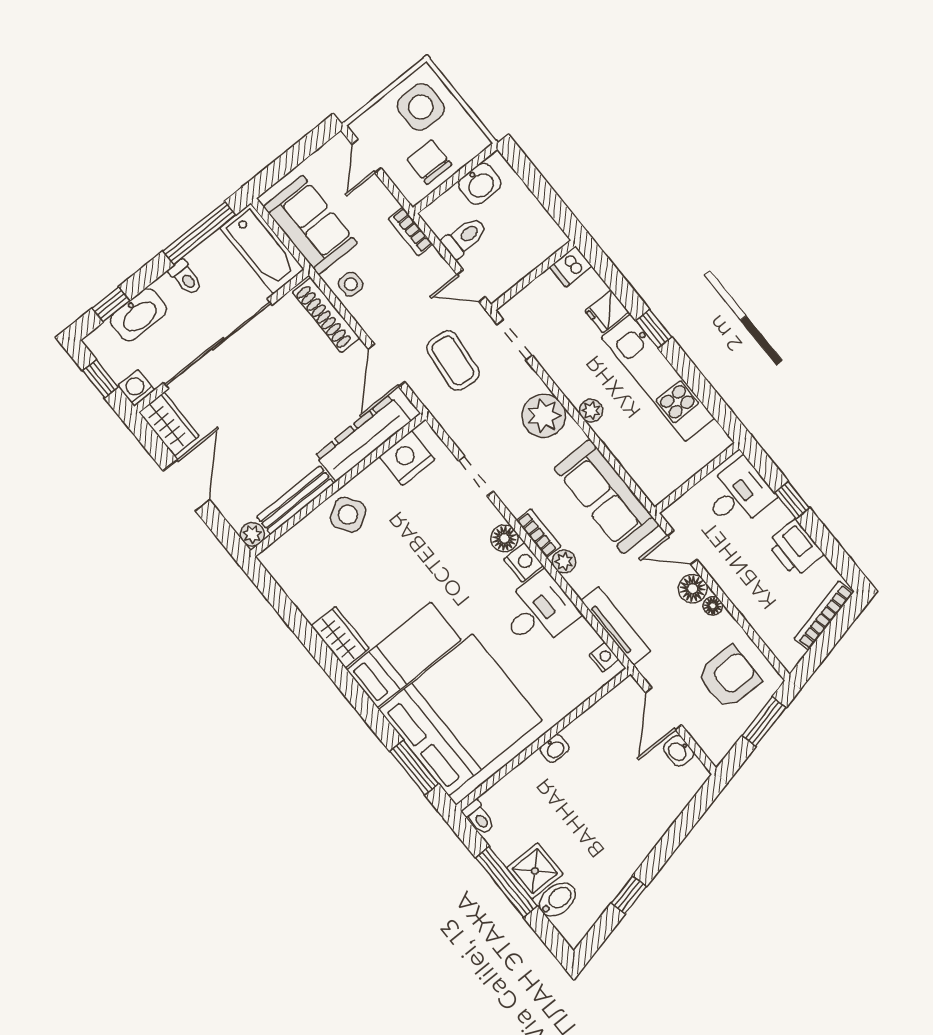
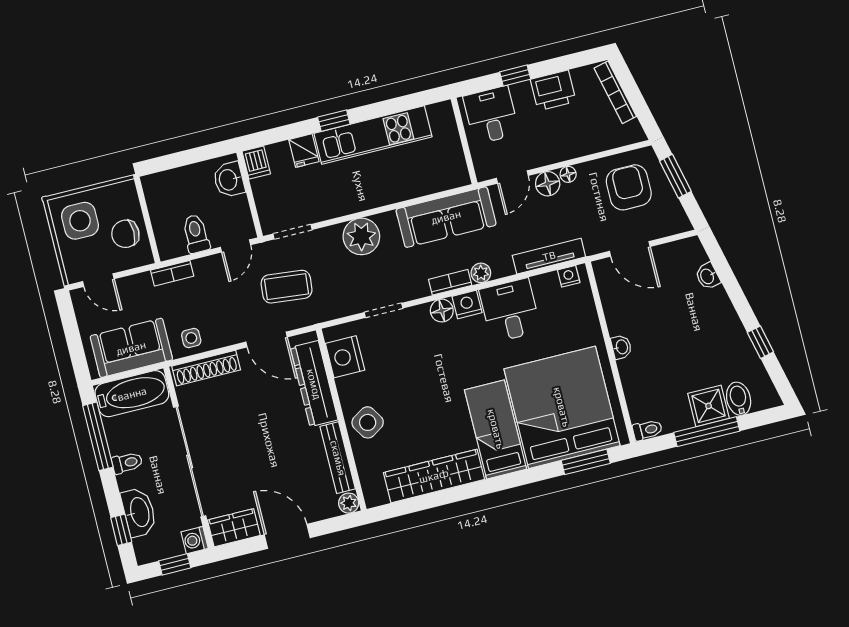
washbasin: (480, 184) -> (229, 180), moved, turned 180
plant: (591, 411) -> (374, 198), removed
wardrobe: (340, 637) -> (434, 476), width x2.10, depth x1.17
washbasin: (678, 751) -> (708, 276), moved, turned 77

